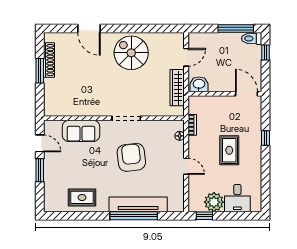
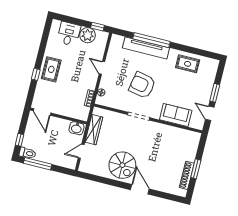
door: (89, 29) -> (140, 189), moved
rug: (229, 150) -> (51, 69), moved
armchair: (131, 157) -> (142, 85), turned 108

